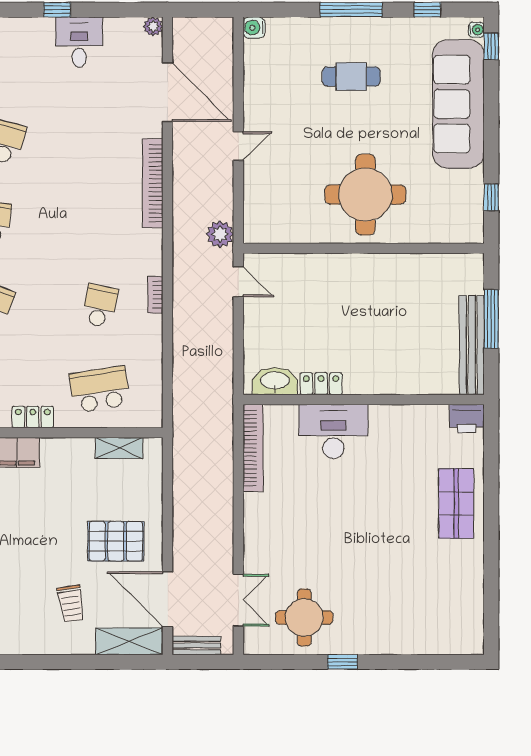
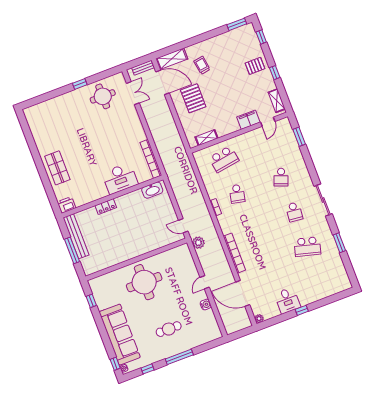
water cooler: (254, 28) -> (206, 305), moved
locker: (321, 384) -> (106, 207), moved
locker: (33, 417) -> (247, 137), removed
pallet: (116, 541) -> (193, 98), turned 90
double door: (238, 600) -> (133, 93), swing flipped

